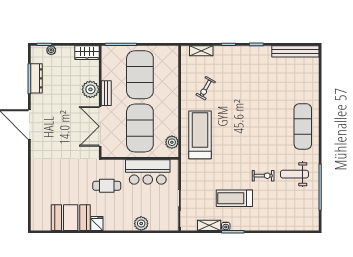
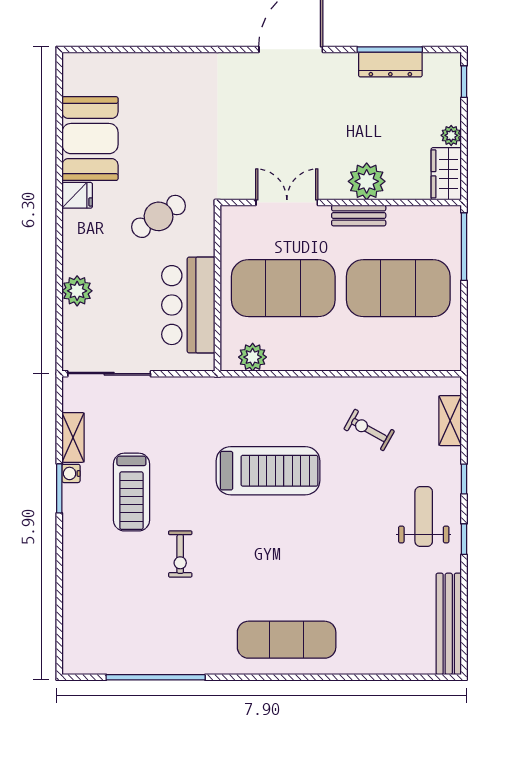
plant: (51, 50) -> (451, 135), moved
double door: (100, 126) -> (287, 203), width x0.73
treadmill: (200, 135) -> (268, 471), moved
weight bench: (294, 174) -> (424, 517), moved
cafe table: (107, 186) -> (159, 216), turned 57
treadmill: (234, 198) -> (131, 492), turned 180

